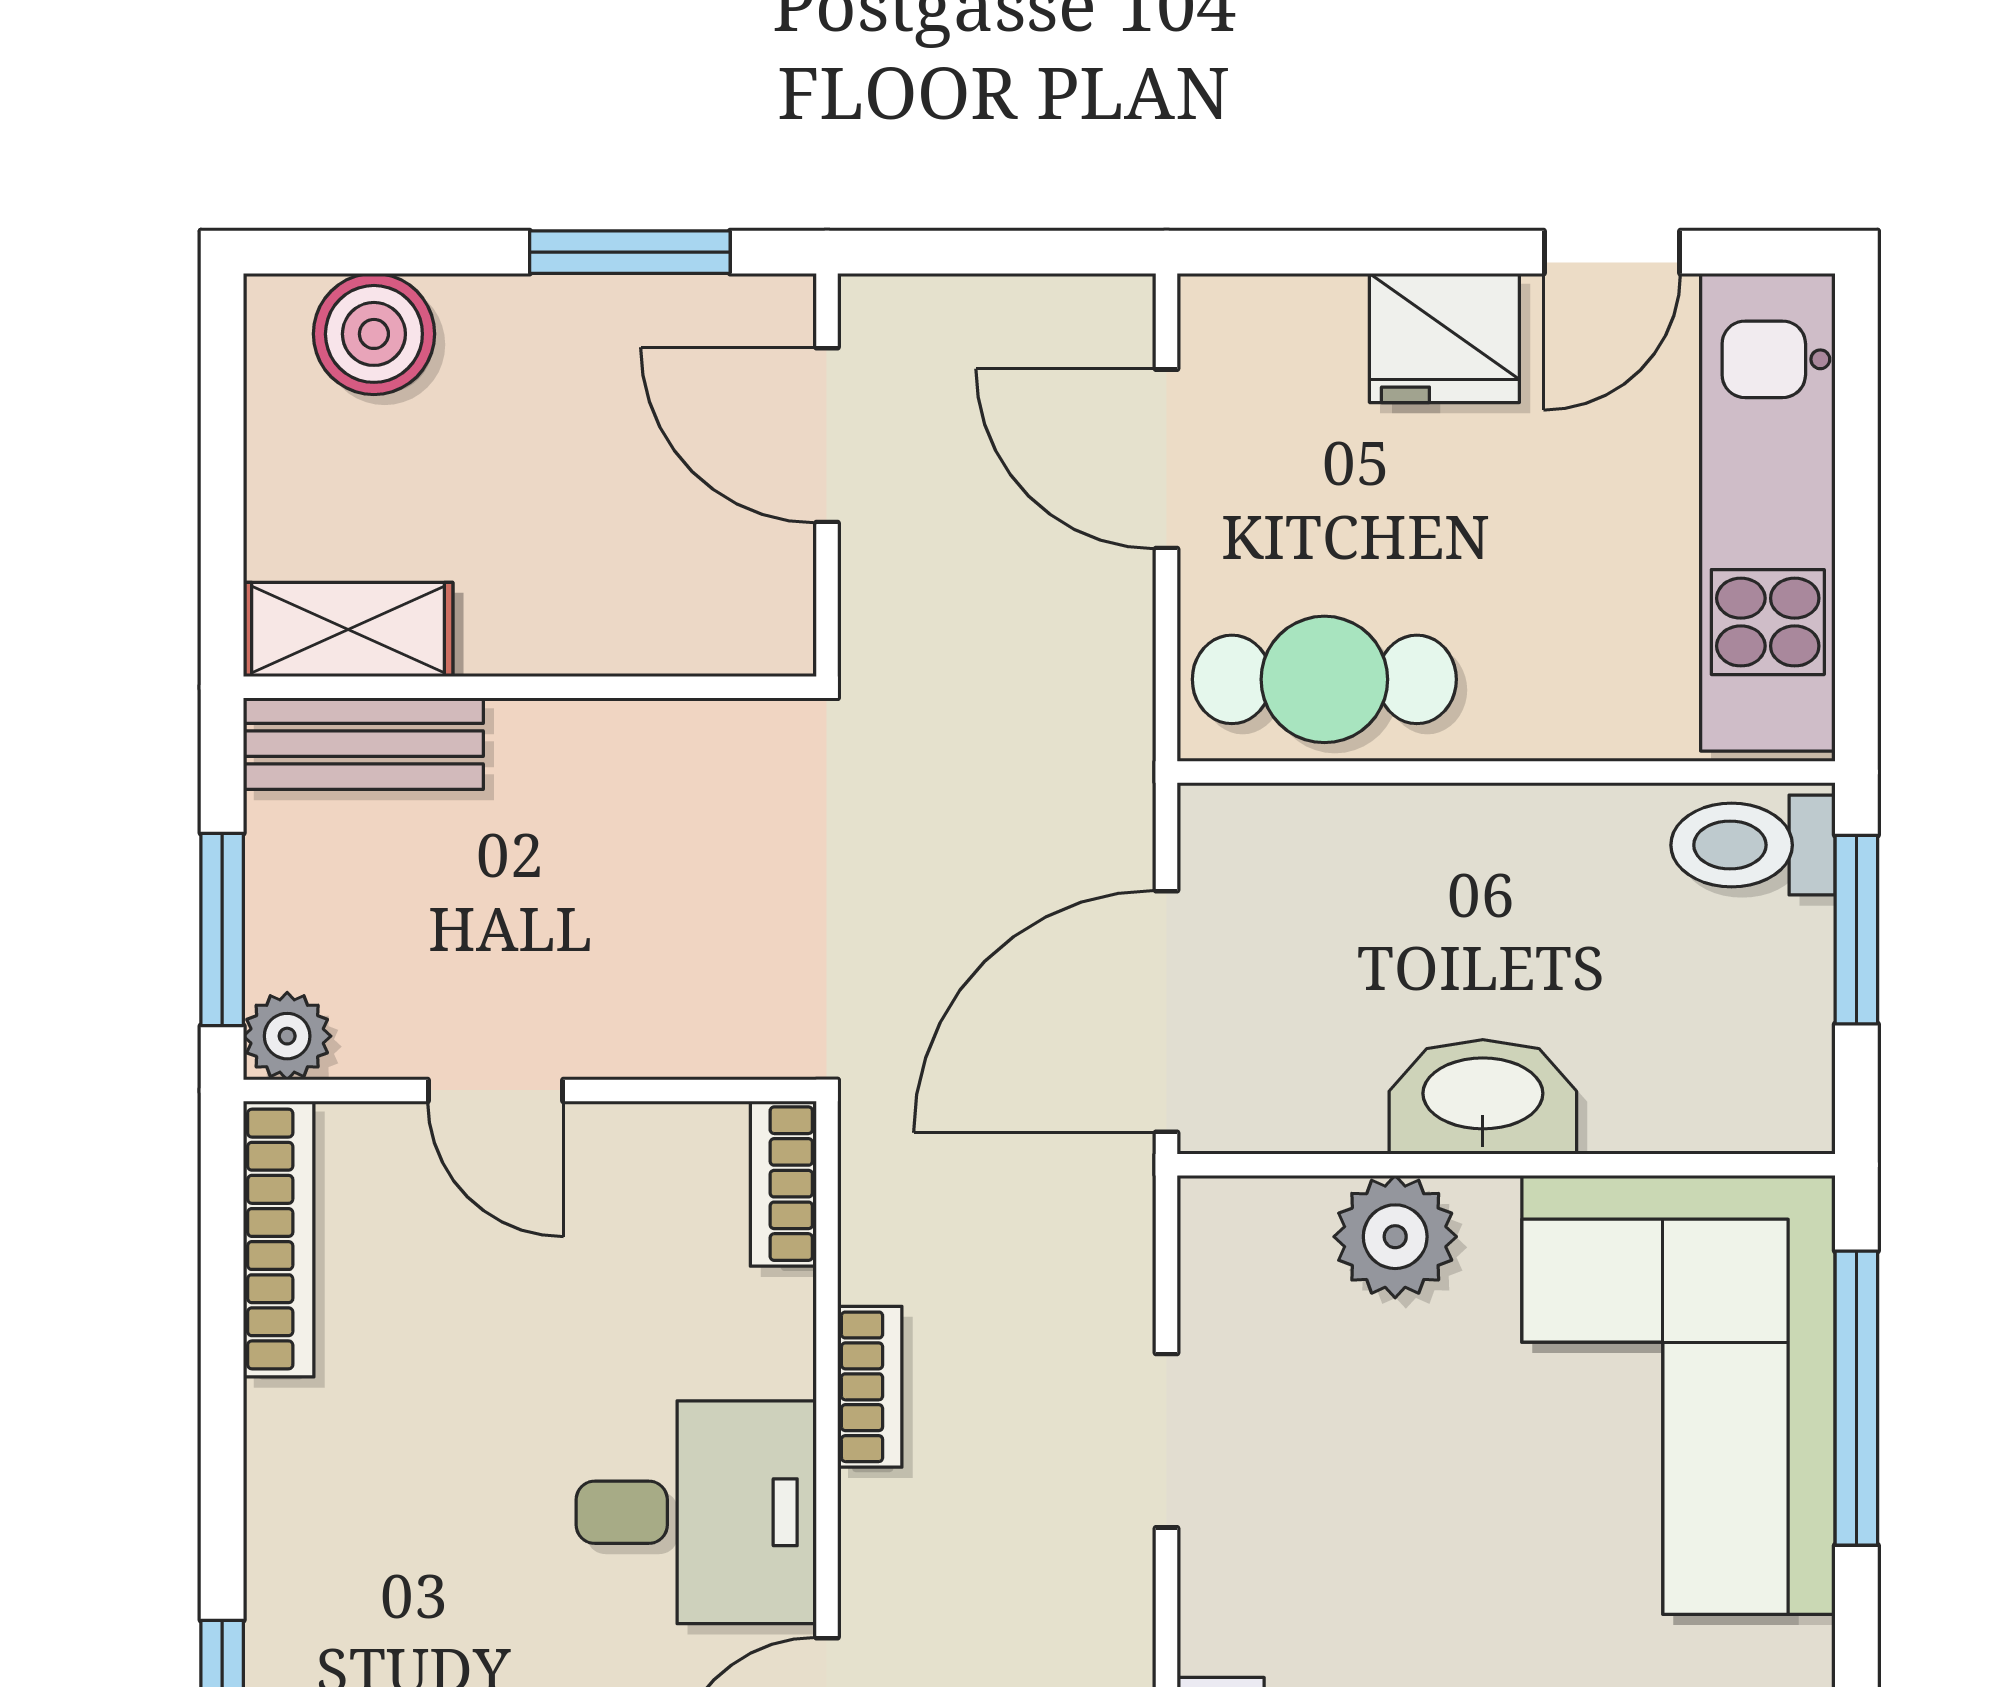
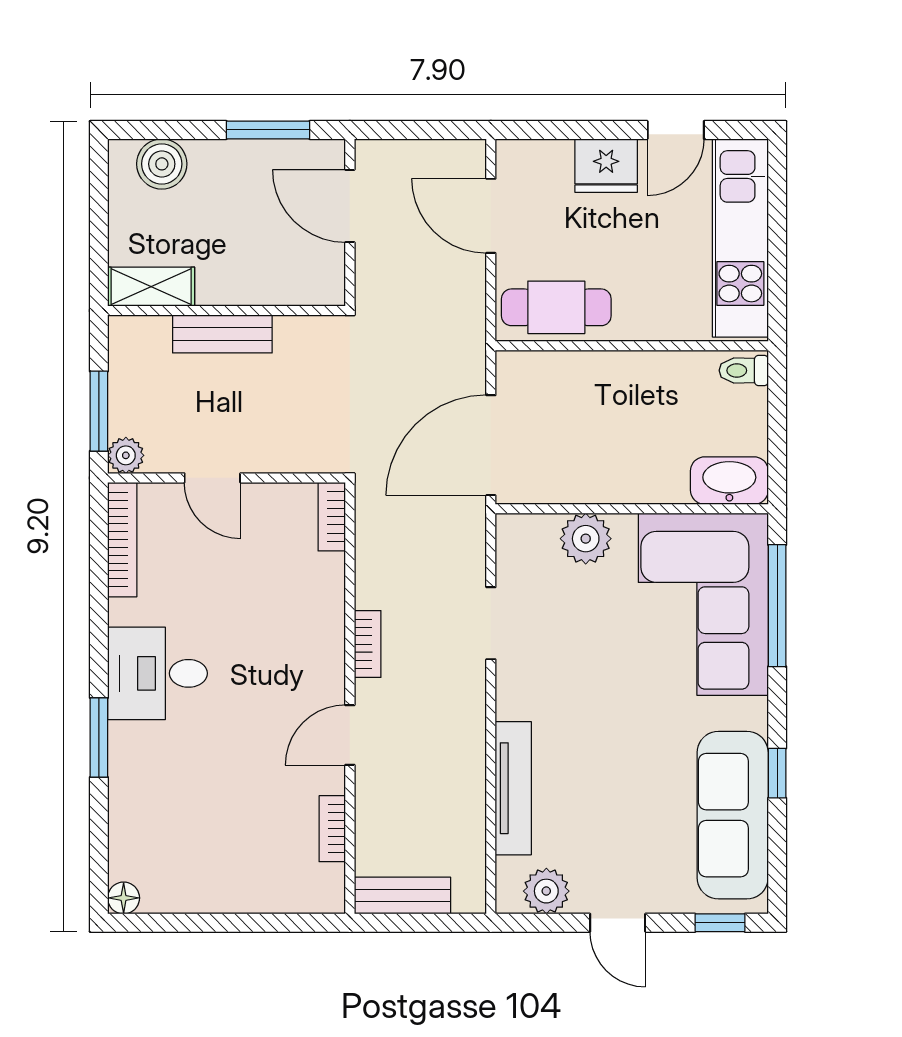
bench: (363, 744) -> (222, 334), moved
toilet: (1753, 845) -> (744, 370), width x0.73, depth x0.72
window: (1856, 930) -> (777, 411), removed
washbasin: (1483, 1097) -> (729, 481), moved
bookcase: (870, 1387) -> (368, 644), moved
desk: (696, 1512) -> (157, 673), moved, turned 180

